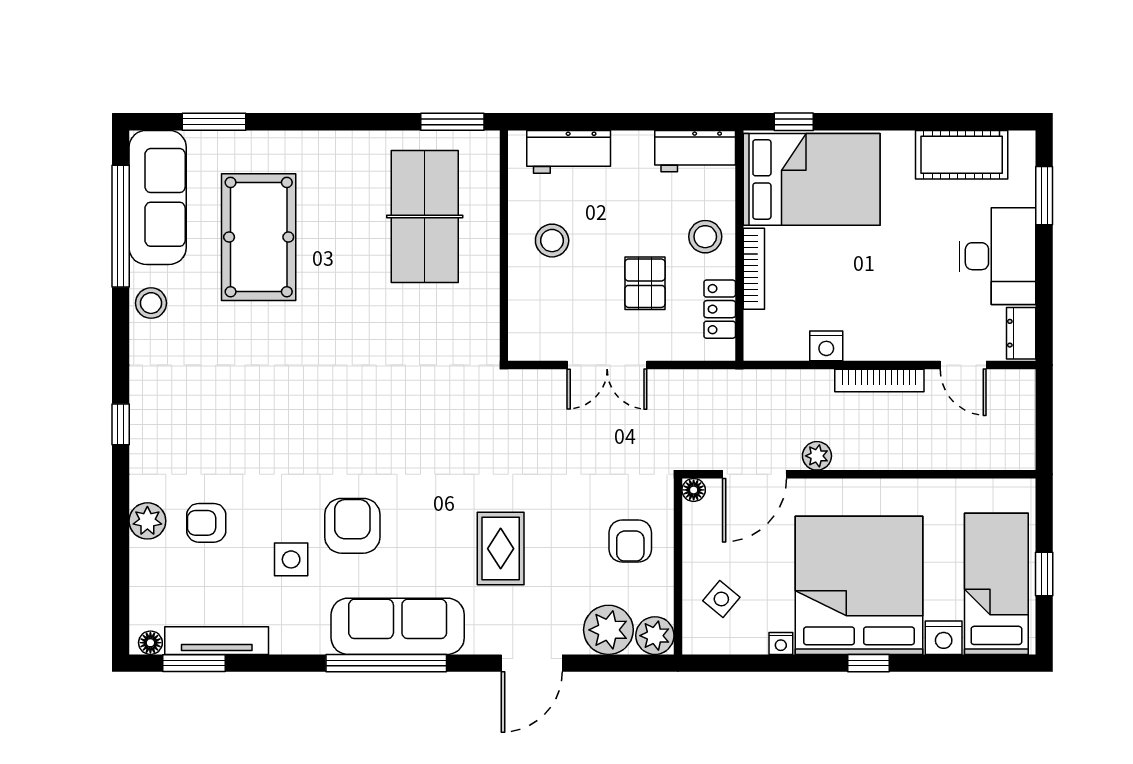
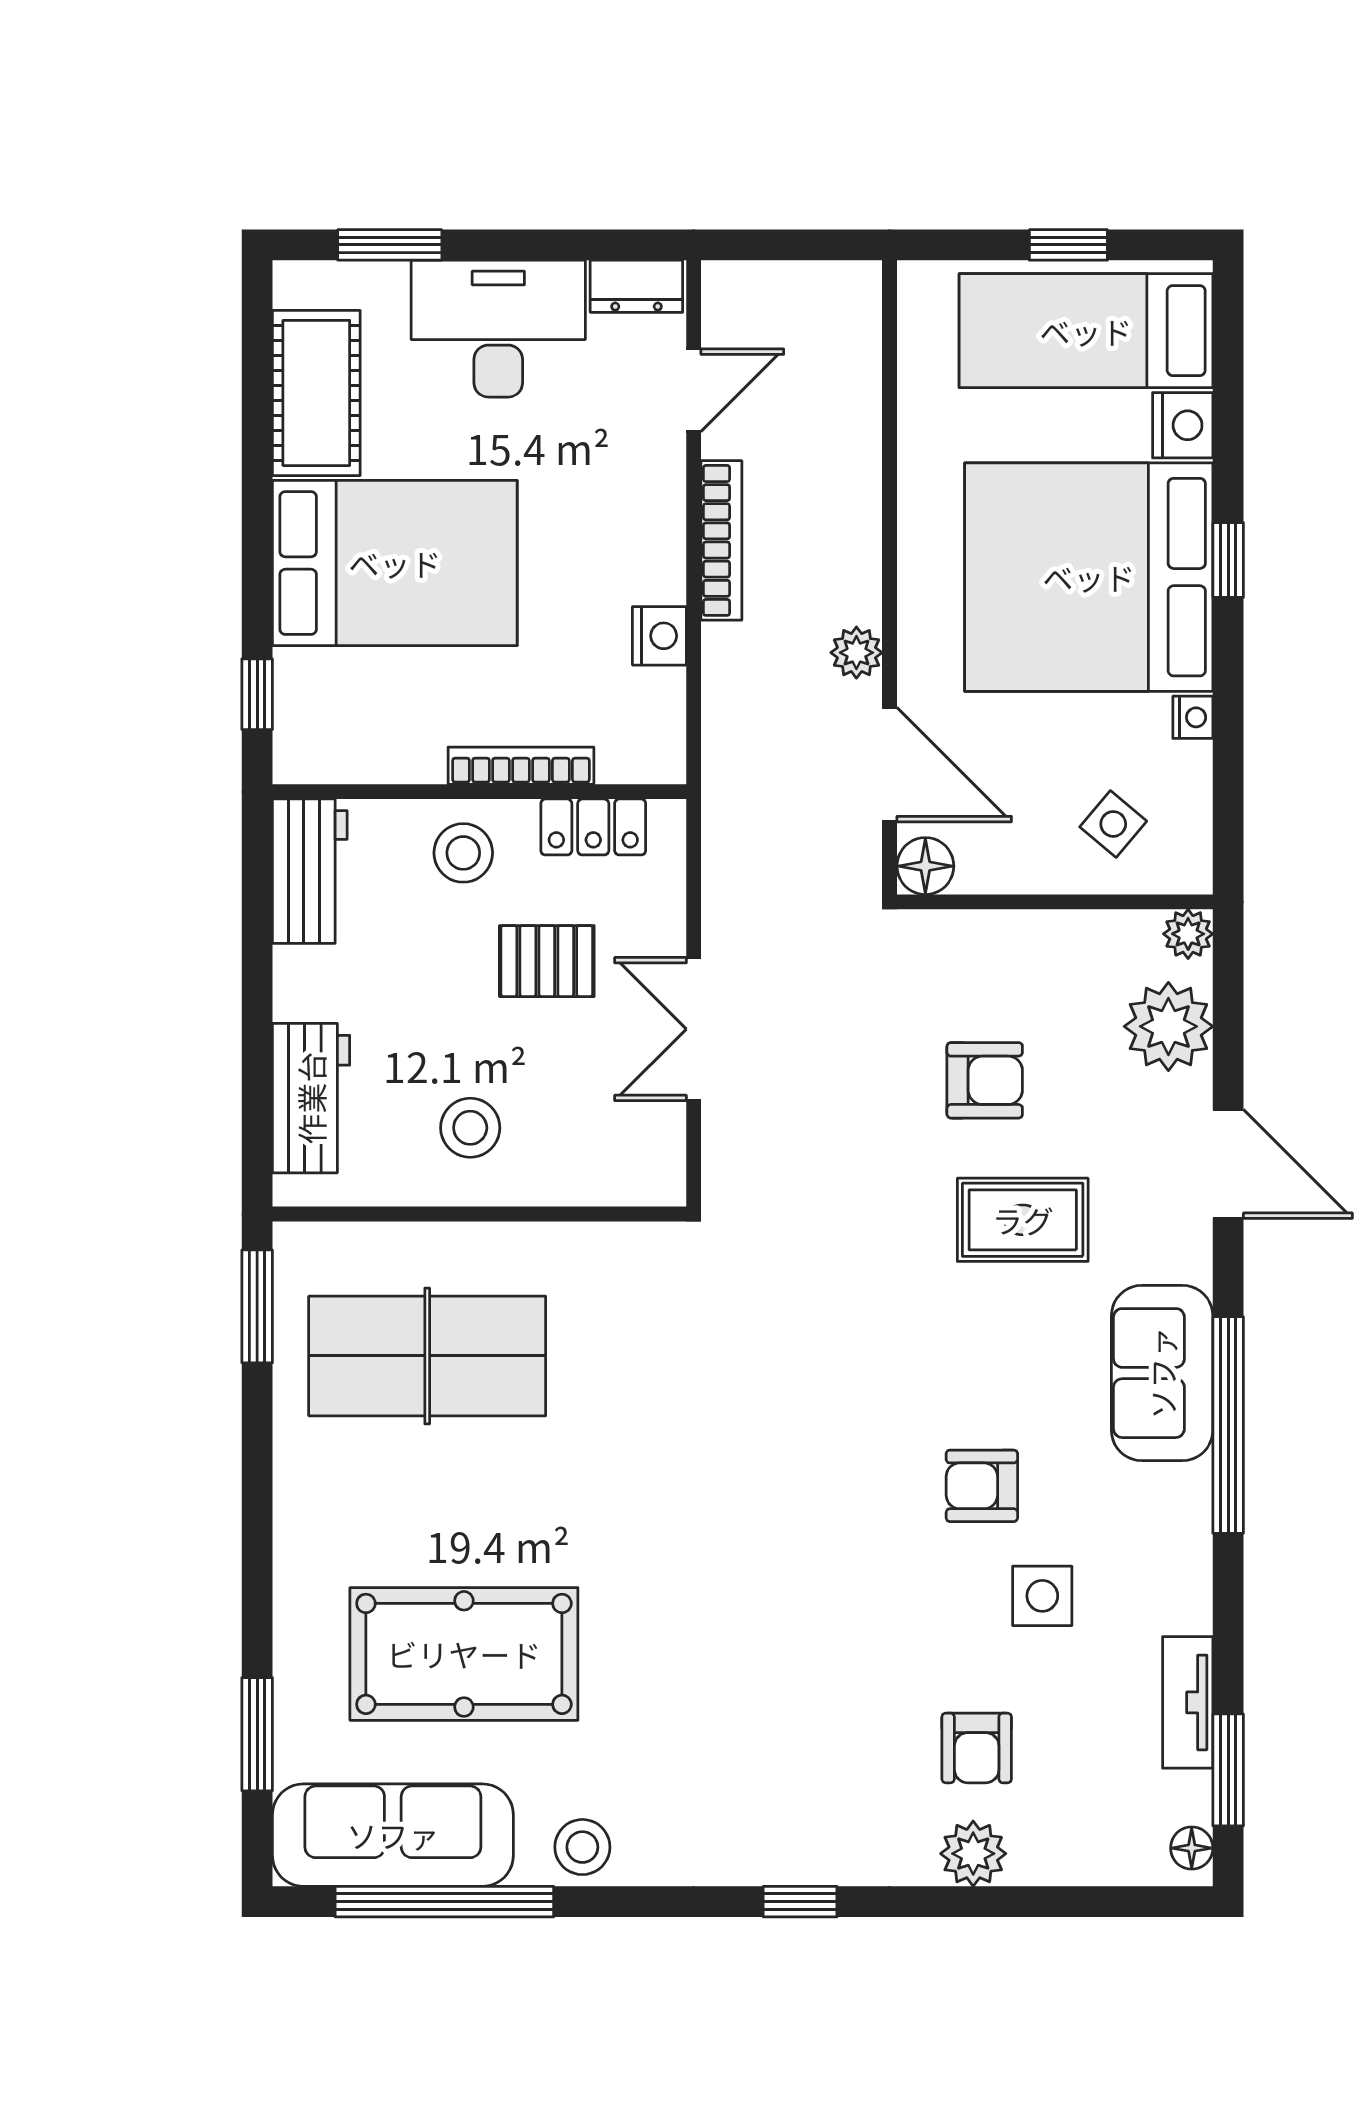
bed: (812, 179) -> (395, 563), moved, turned 90
double door: (607, 365) -> (694, 1029), swing flipped
floor lamp: (694, 490) -> (925, 866), width x1.37, depth x1.37
armchair: (352, 526) -> (982, 1486), width x0.72, depth x0.72
armchair: (630, 541) -> (985, 1080), moved
sofa: (398, 626) -> (1162, 1373), width x0.73
plant: (655, 636) -> (1188, 934), width x0.73, depth x0.73
tv unit: (217, 641) -> (1188, 1702), width x0.71

